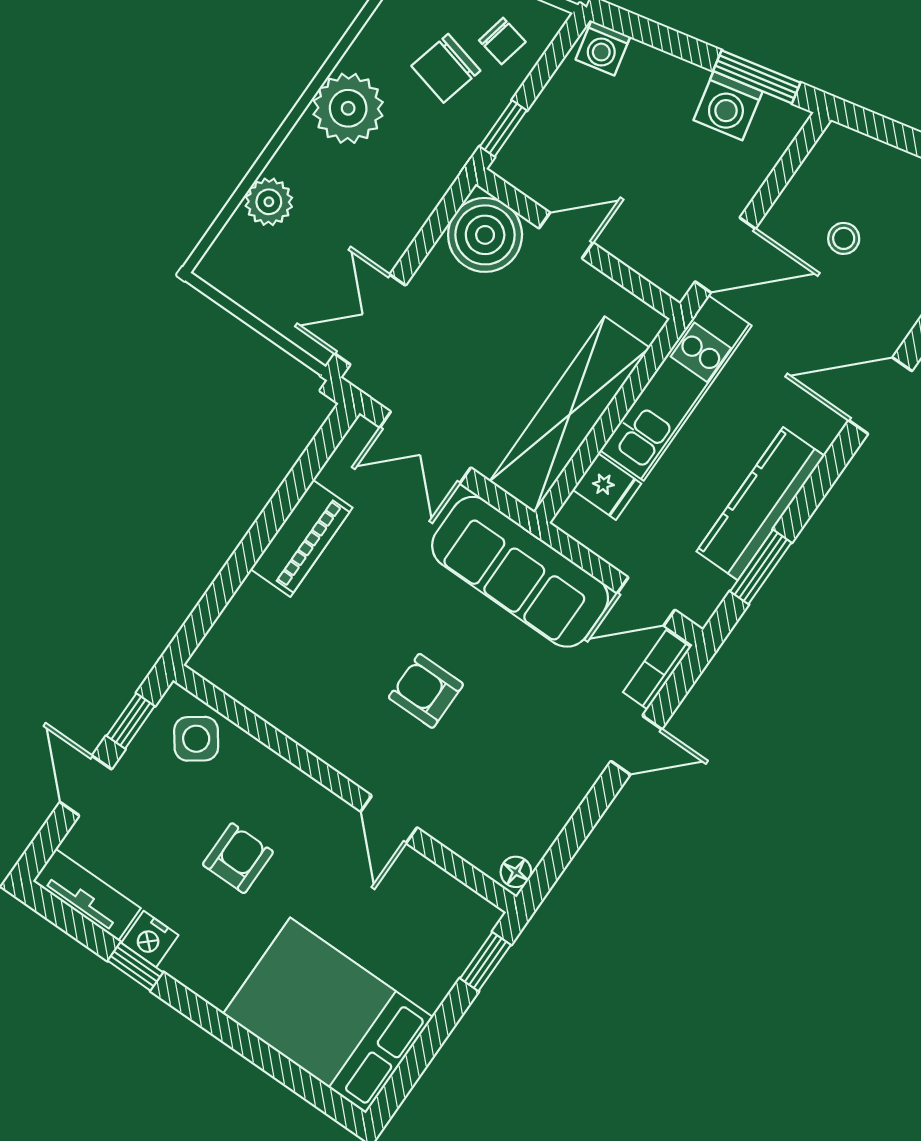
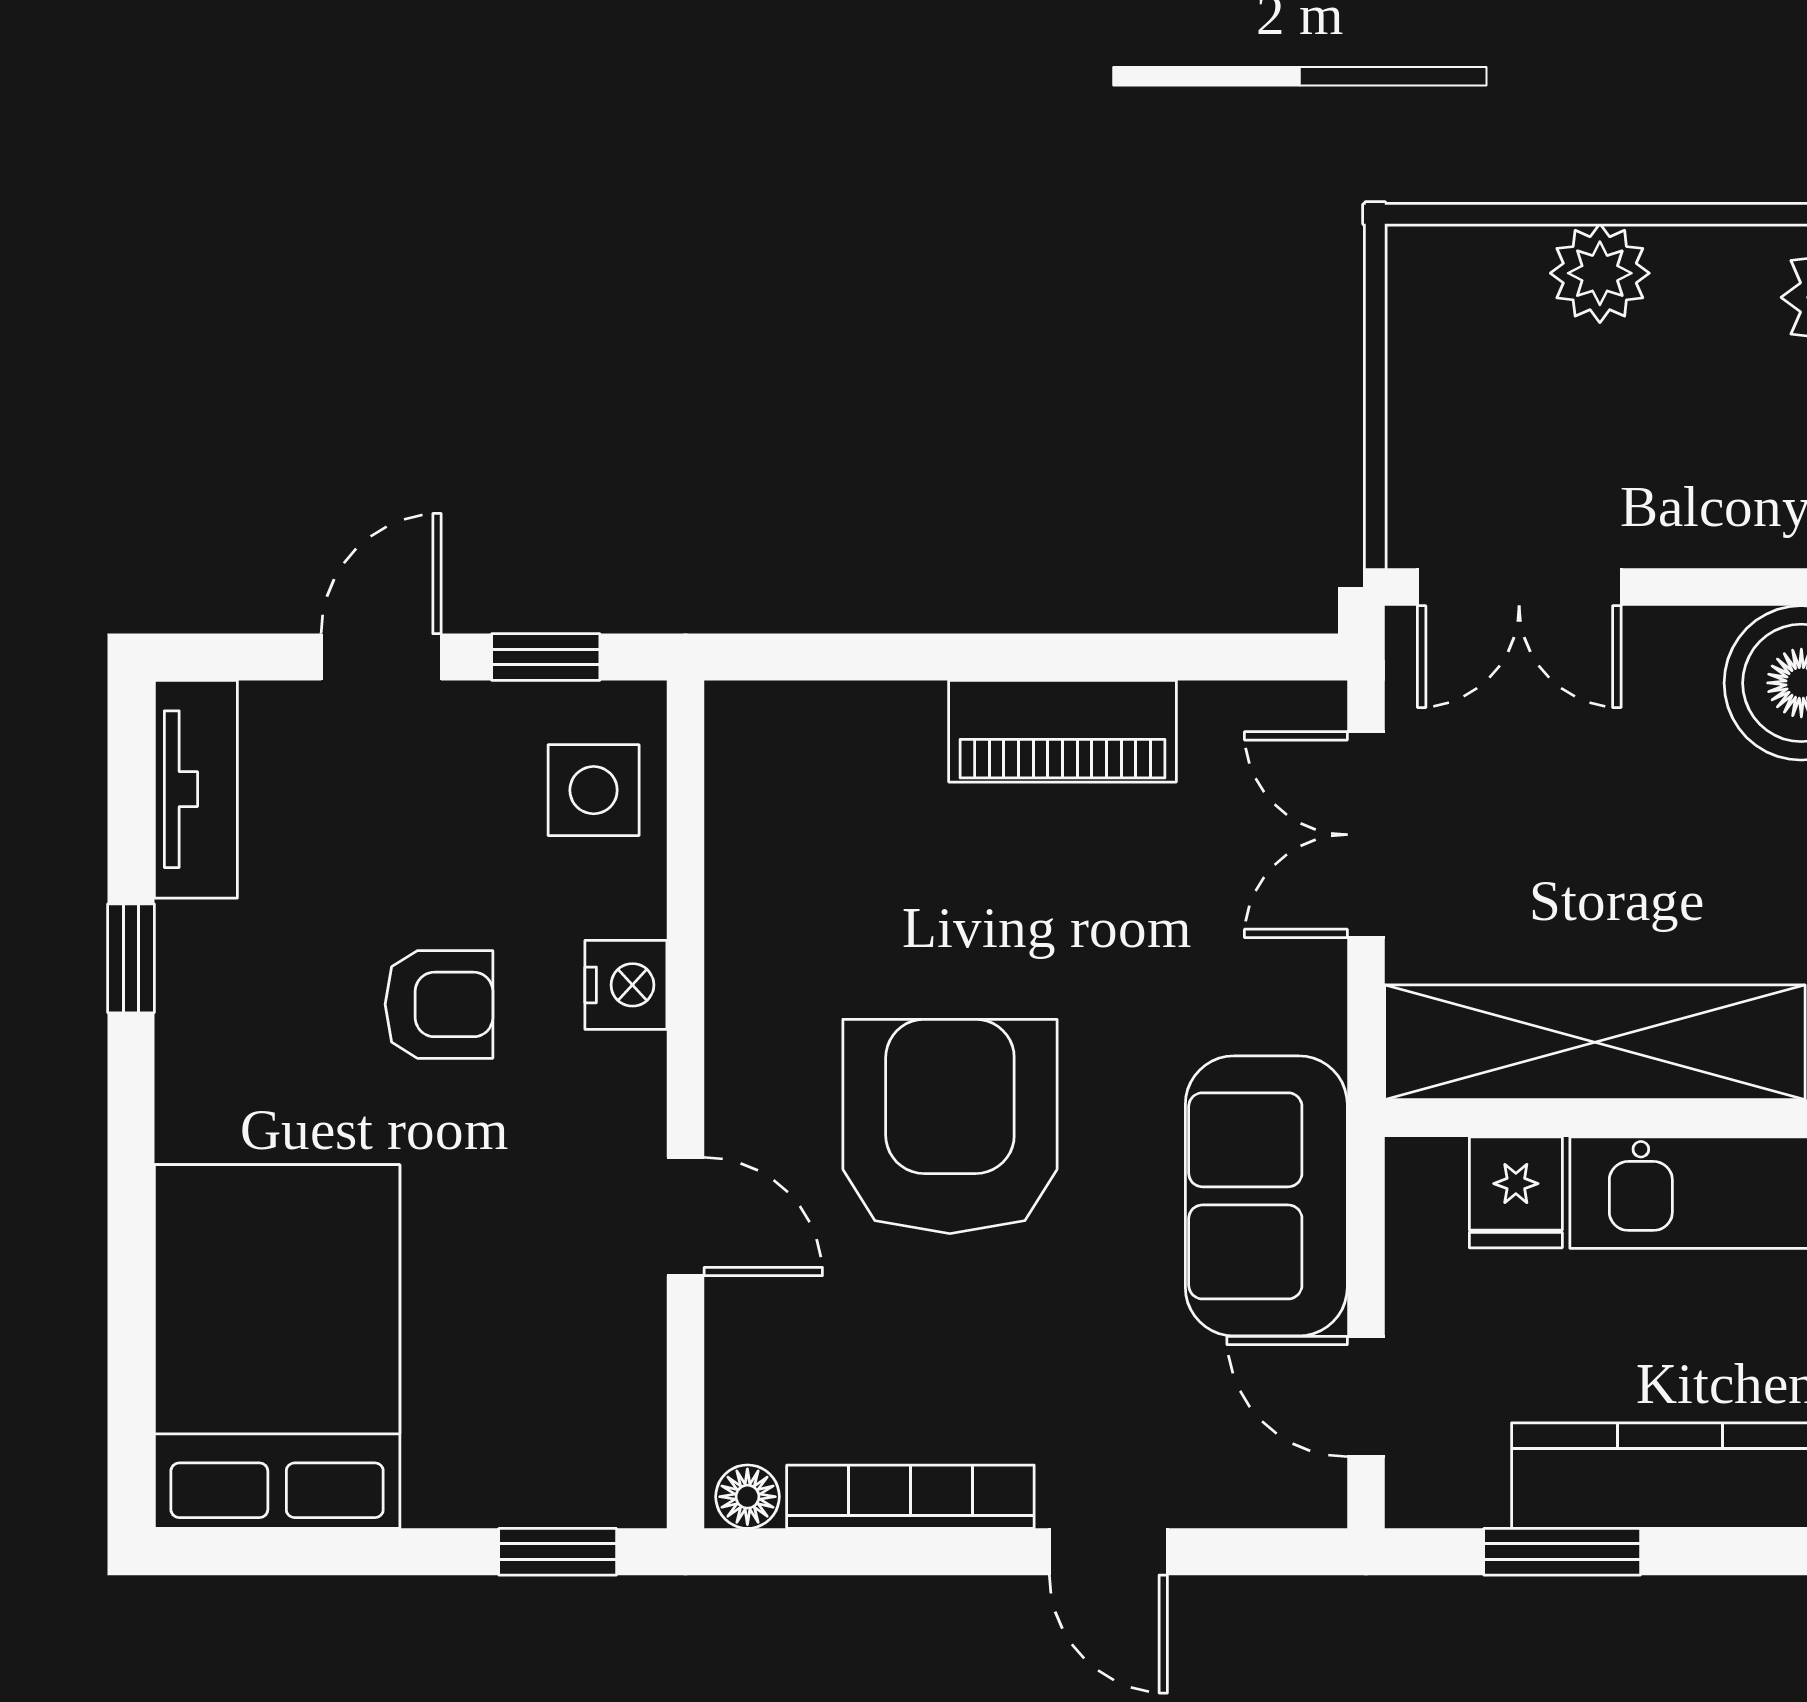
double door: (370, 319) -> (1519, 587), swing flipped
sofa: (520, 572) -> (1266, 1196), width x0.73
bookcase: (657, 670) -> (910, 1497), moved, width x1.56
armchair: (426, 691) -> (950, 1126), width x1.88, depth x1.88
side table: (196, 739) -> (594, 790), turned 36
door: (389, 819) -> (686, 1217), swing flipped
nightstand: (150, 939) -> (626, 985), moved, turned 180

